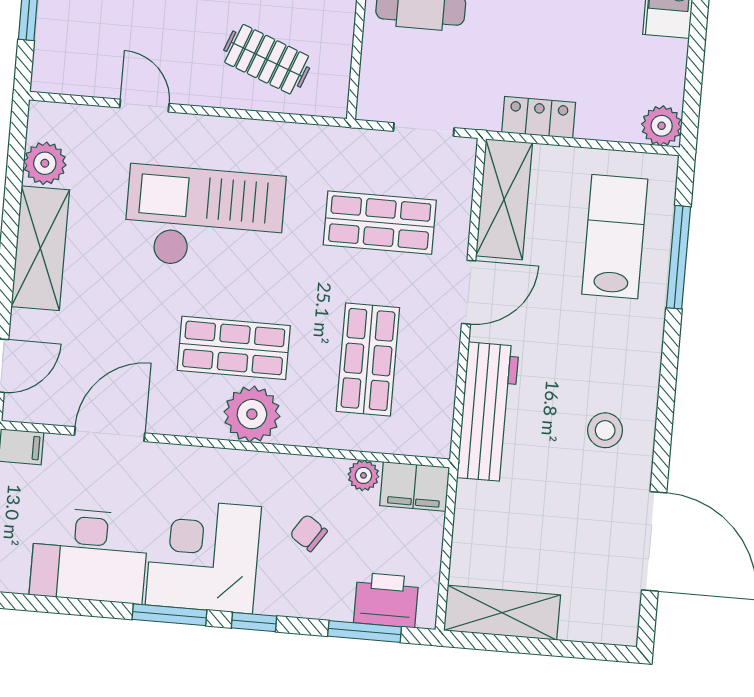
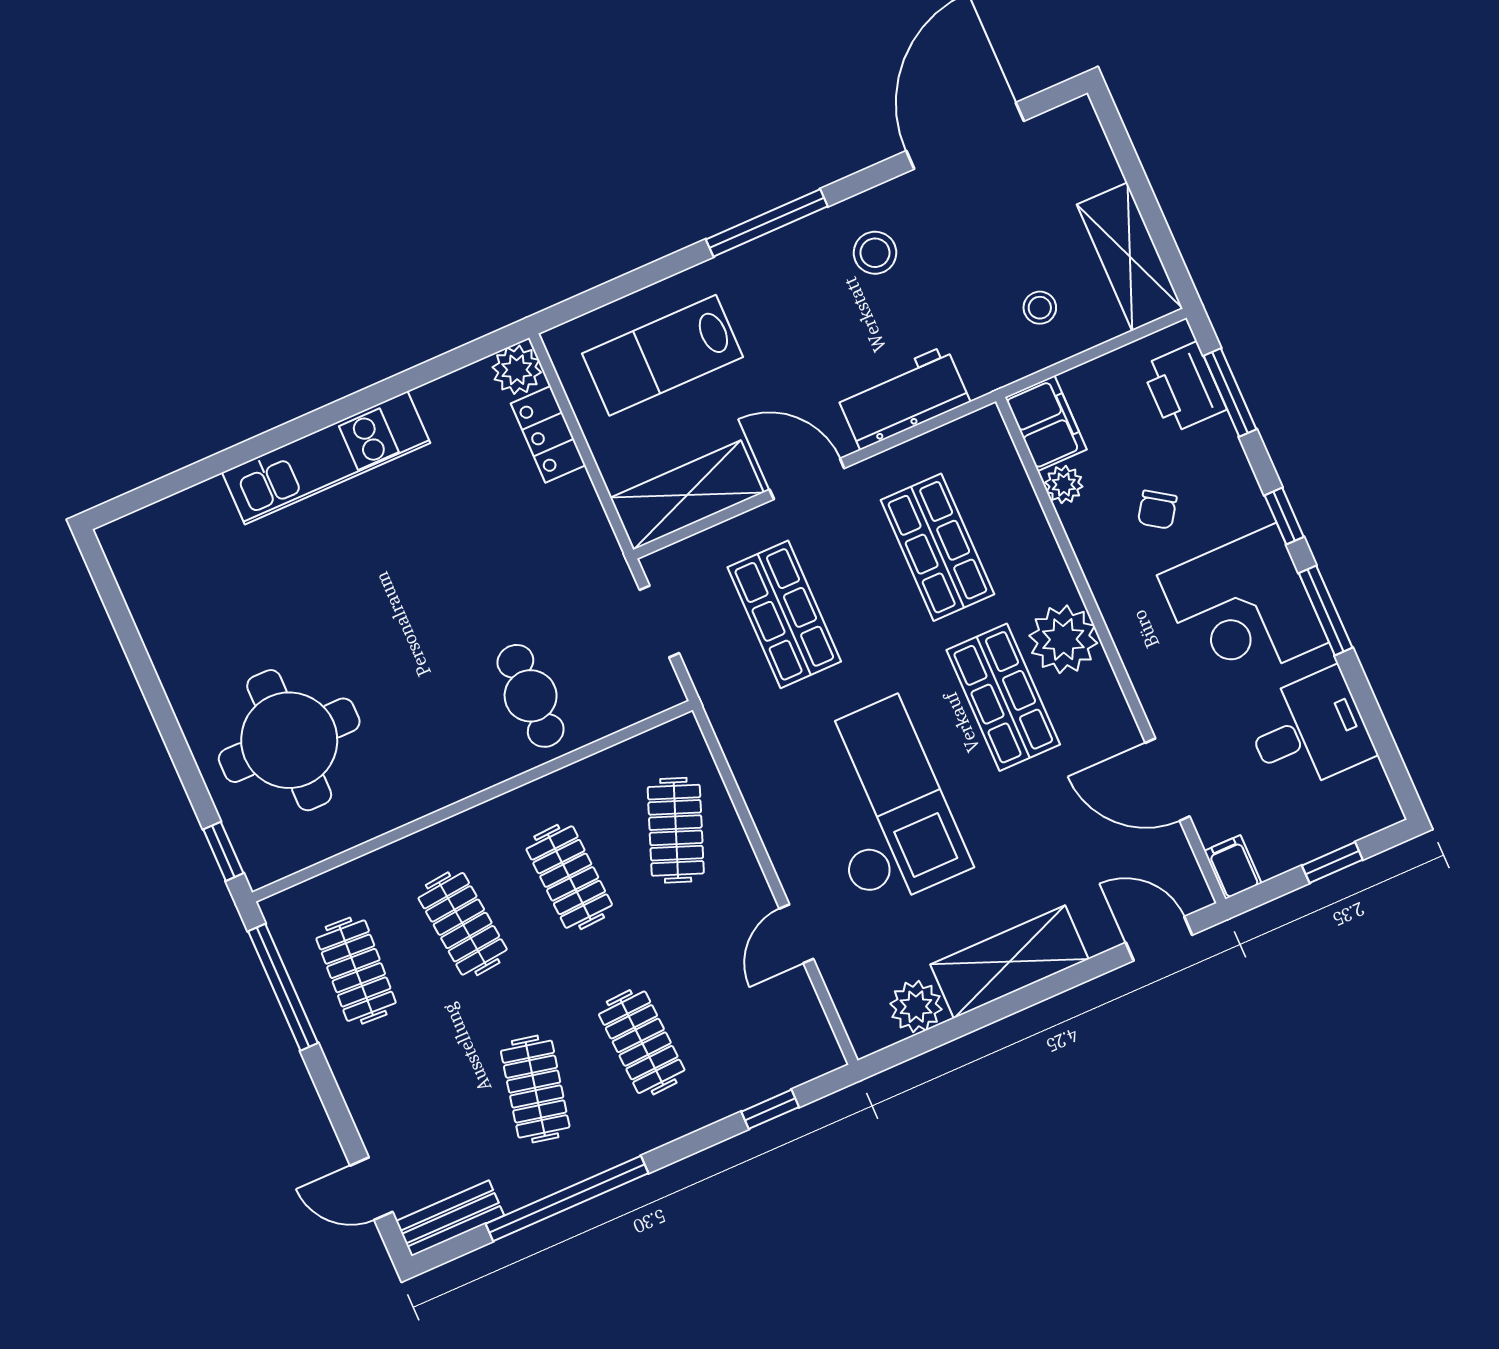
locker: (539, 117) -> (548, 434), moved
checkout: (204, 218) -> (882, 804), turned 180
window: (678, 257) -> (767, 223), moved
shop shelf: (368, 359) -> (937, 547), turned 90
workbench: (488, 412) -> (903, 398), width x0.73
stool: (501, 528) -> (1040, 308), added
desk: (89, 555) -> (1309, 731), width x0.73

